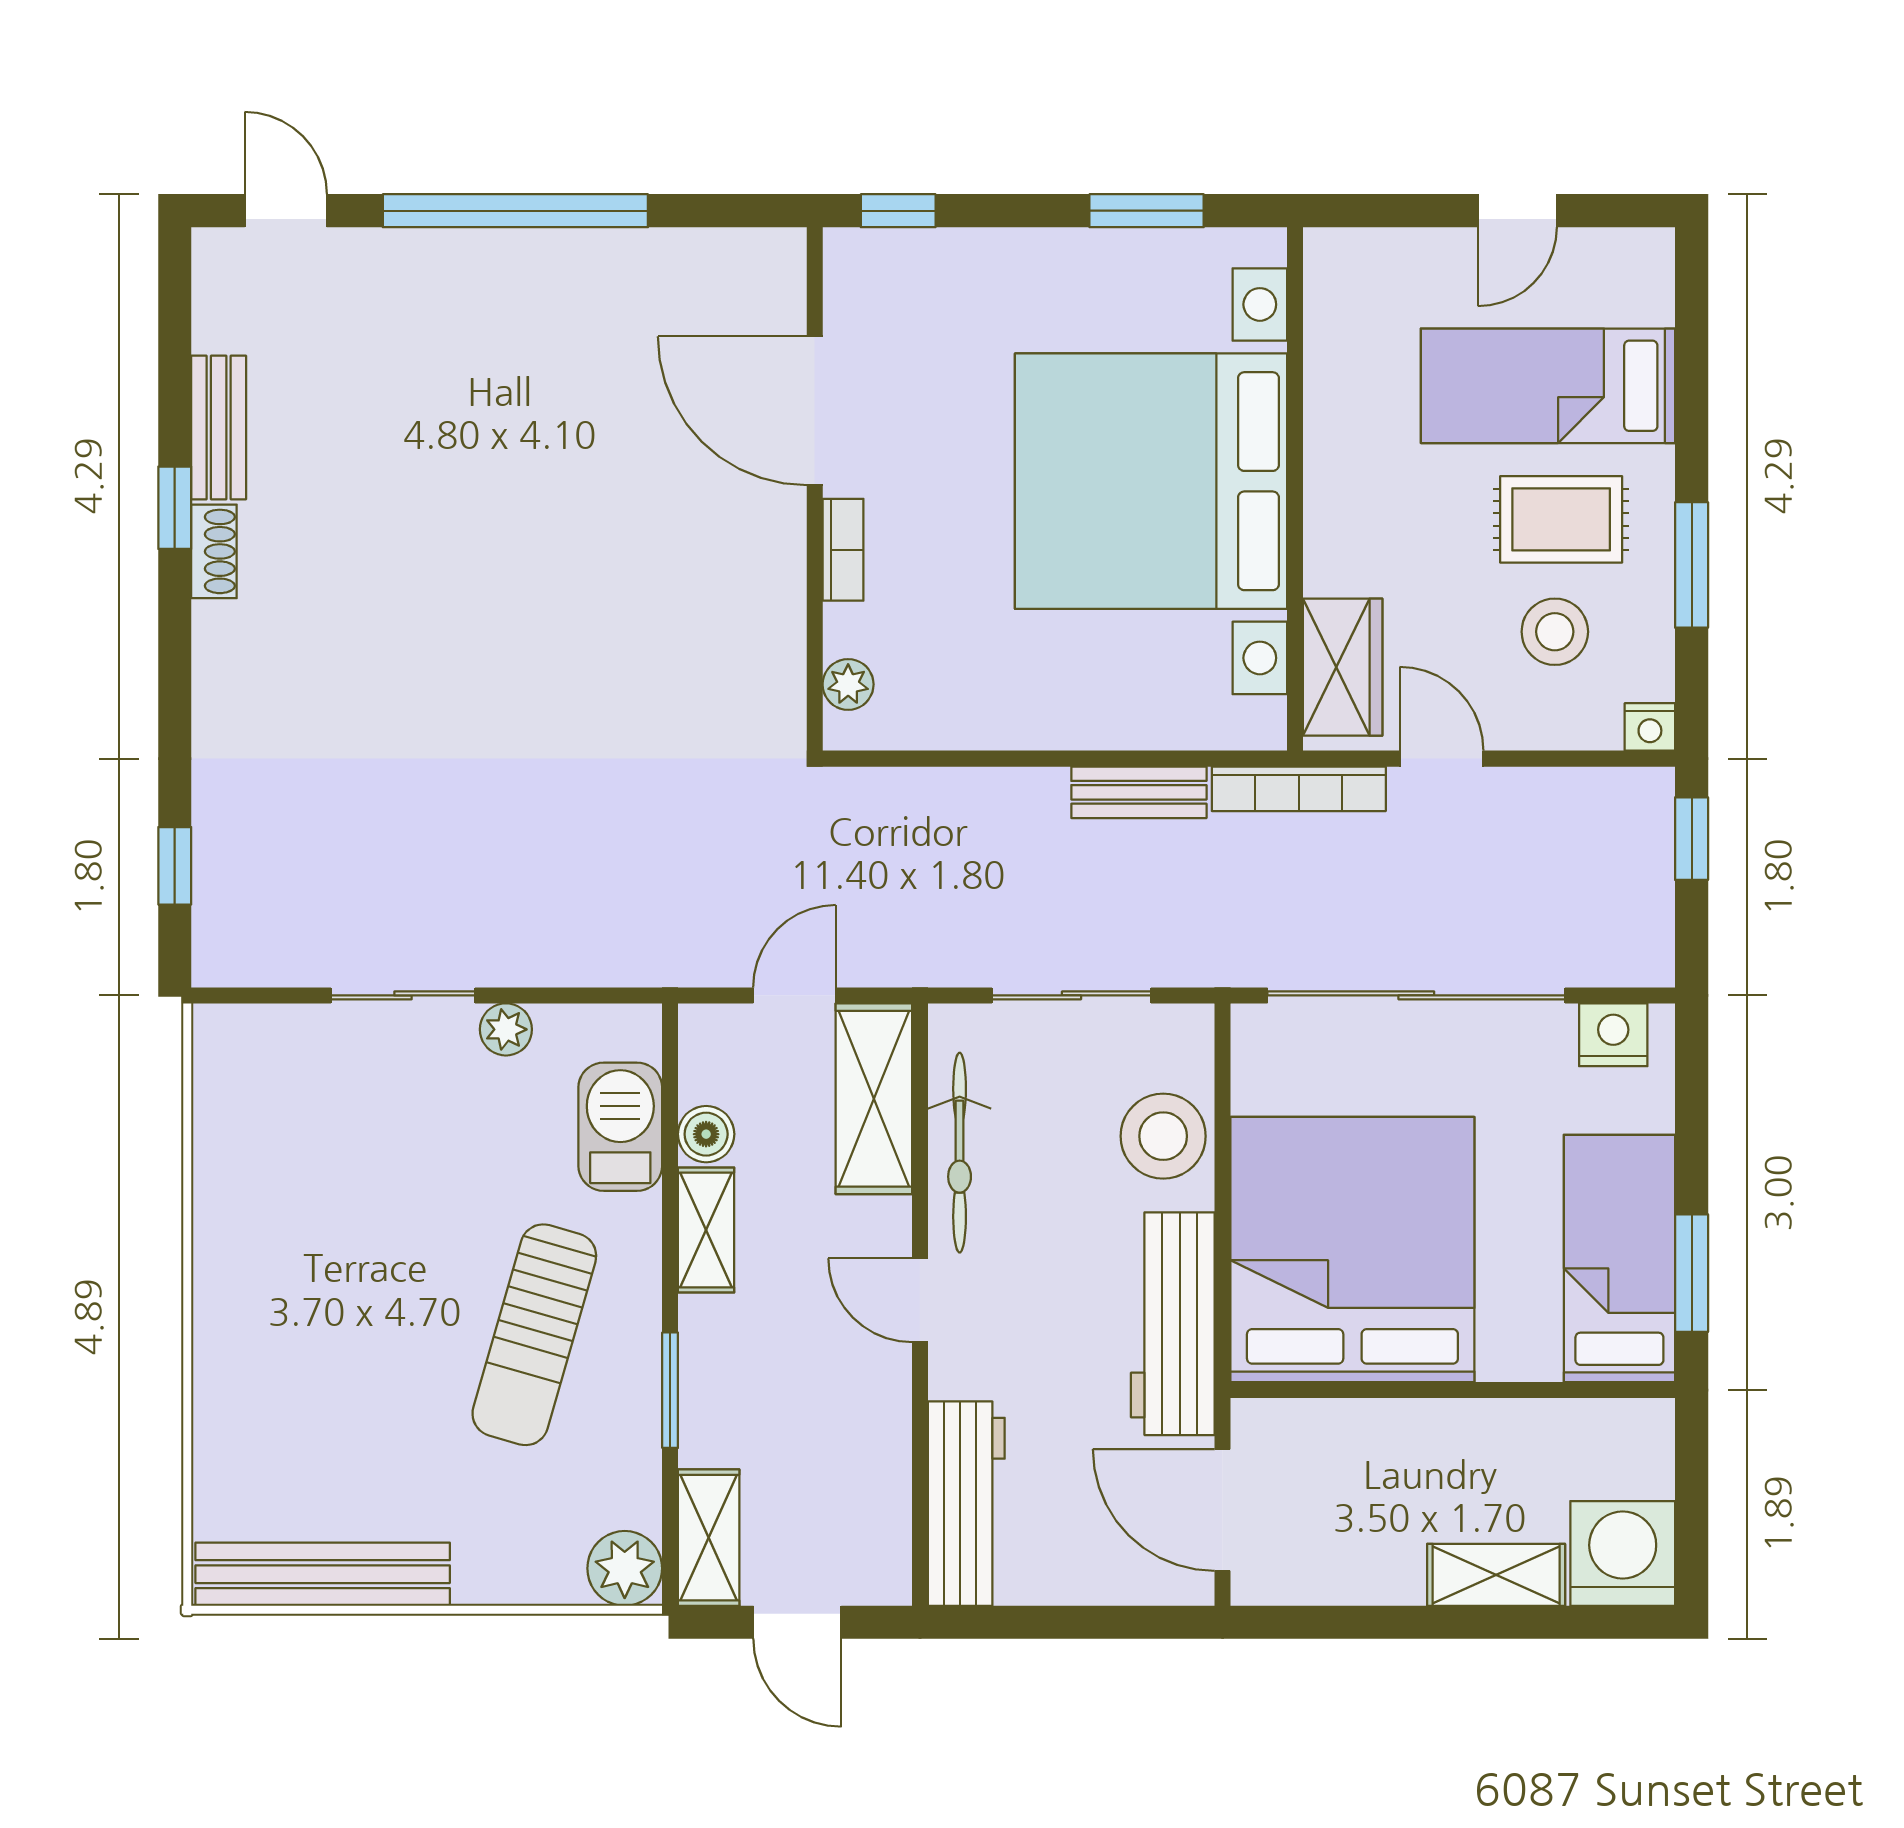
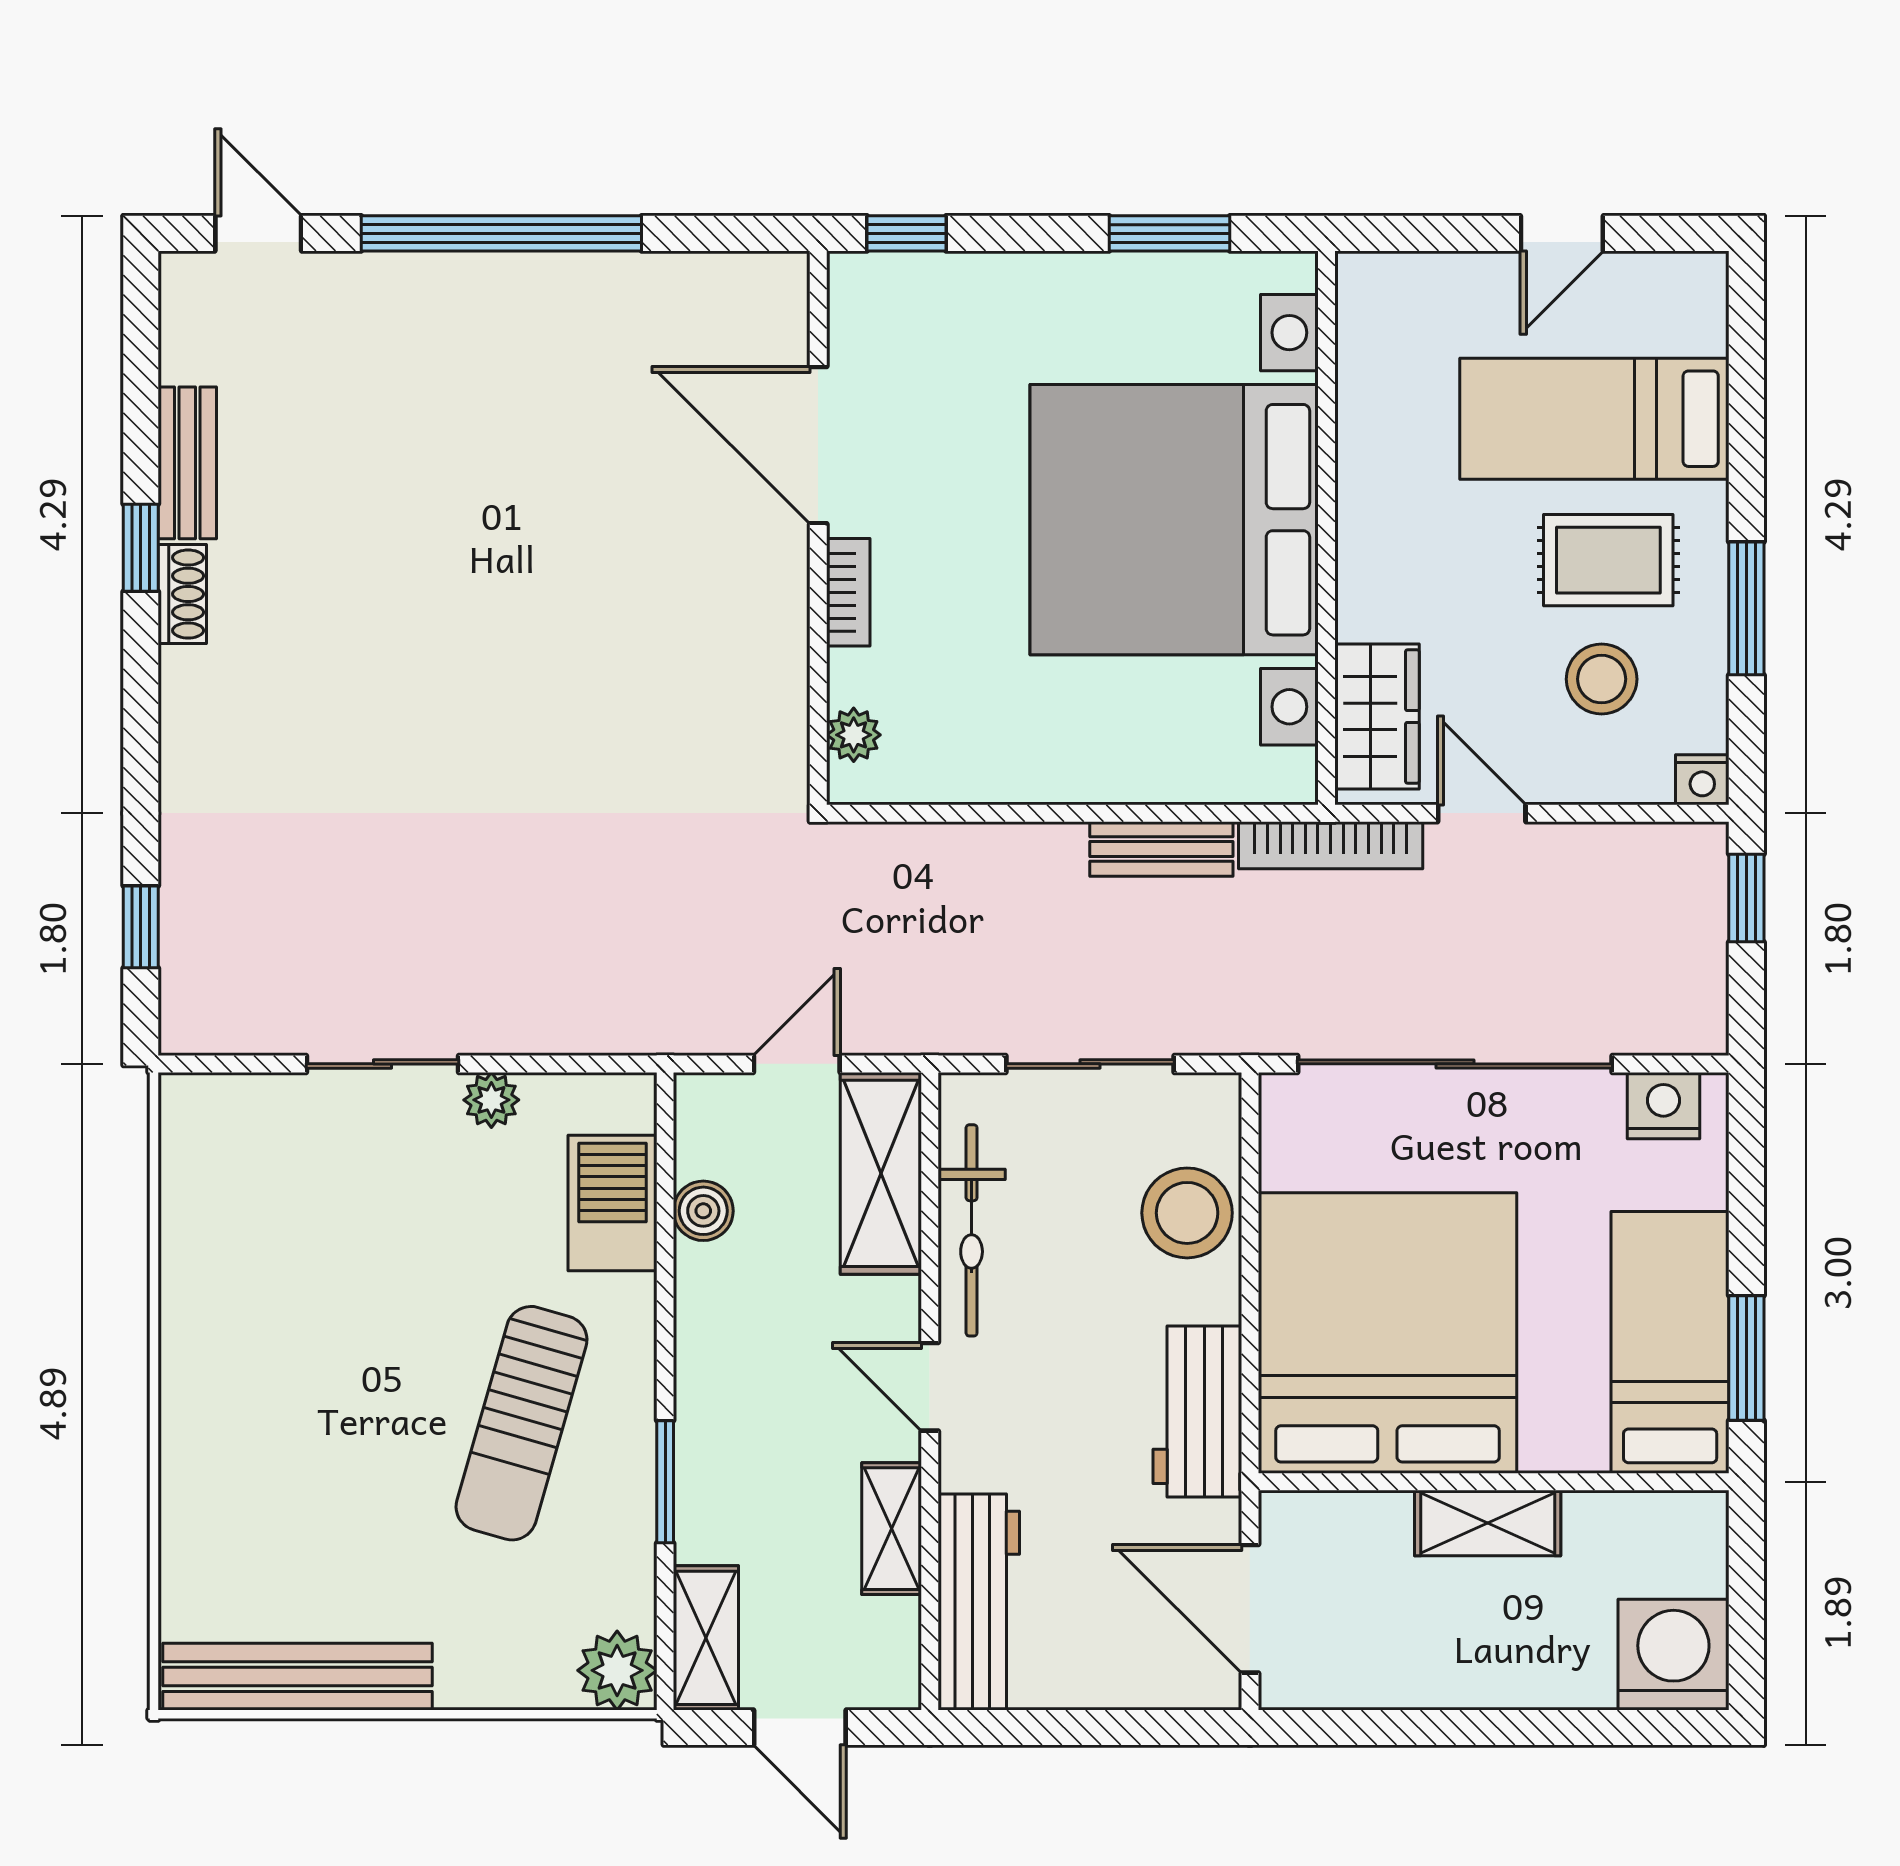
shelving: (706, 1230) -> (892, 1529), moved
workbench: (1173, 1324) -> (1197, 1411), width x0.73
shelving: (1496, 1575) -> (1488, 1523), moved

